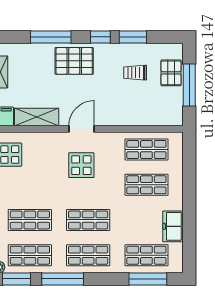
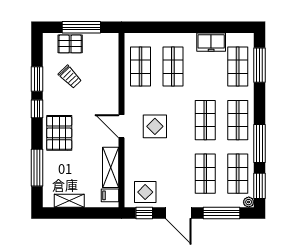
window: (51, 37) -> (37, 168), moved
trolley: (135, 73) -> (70, 77), turned -44

